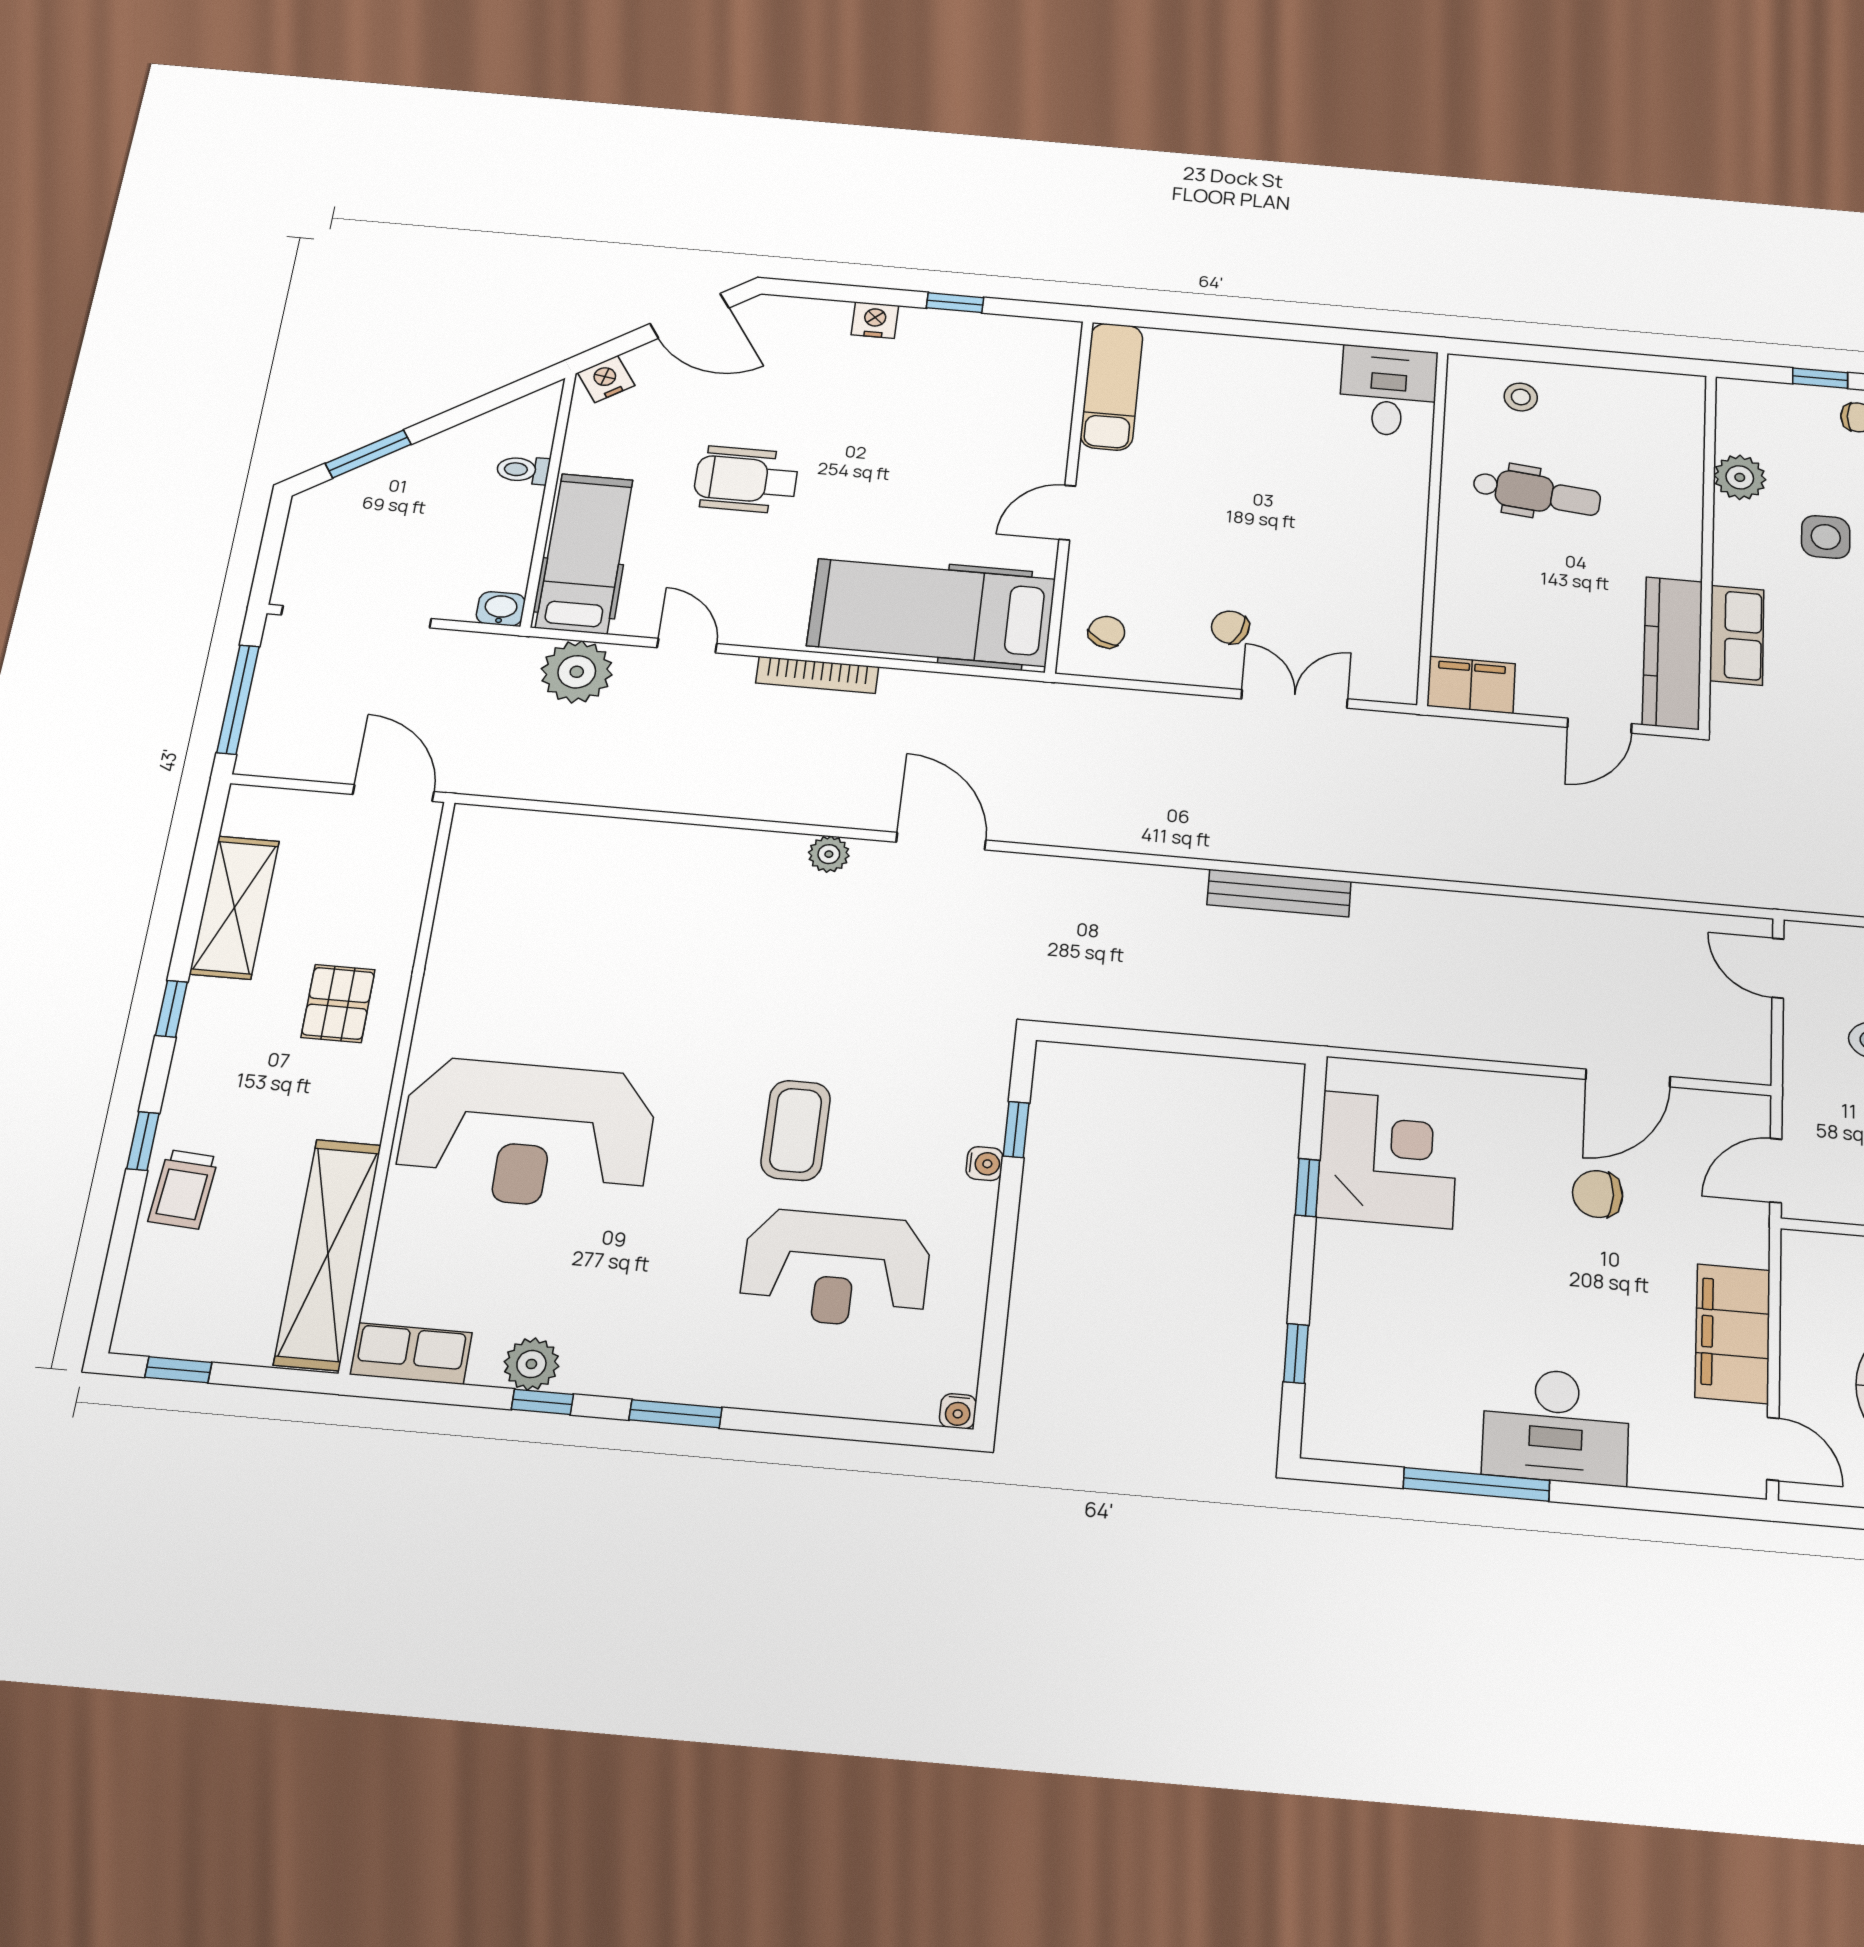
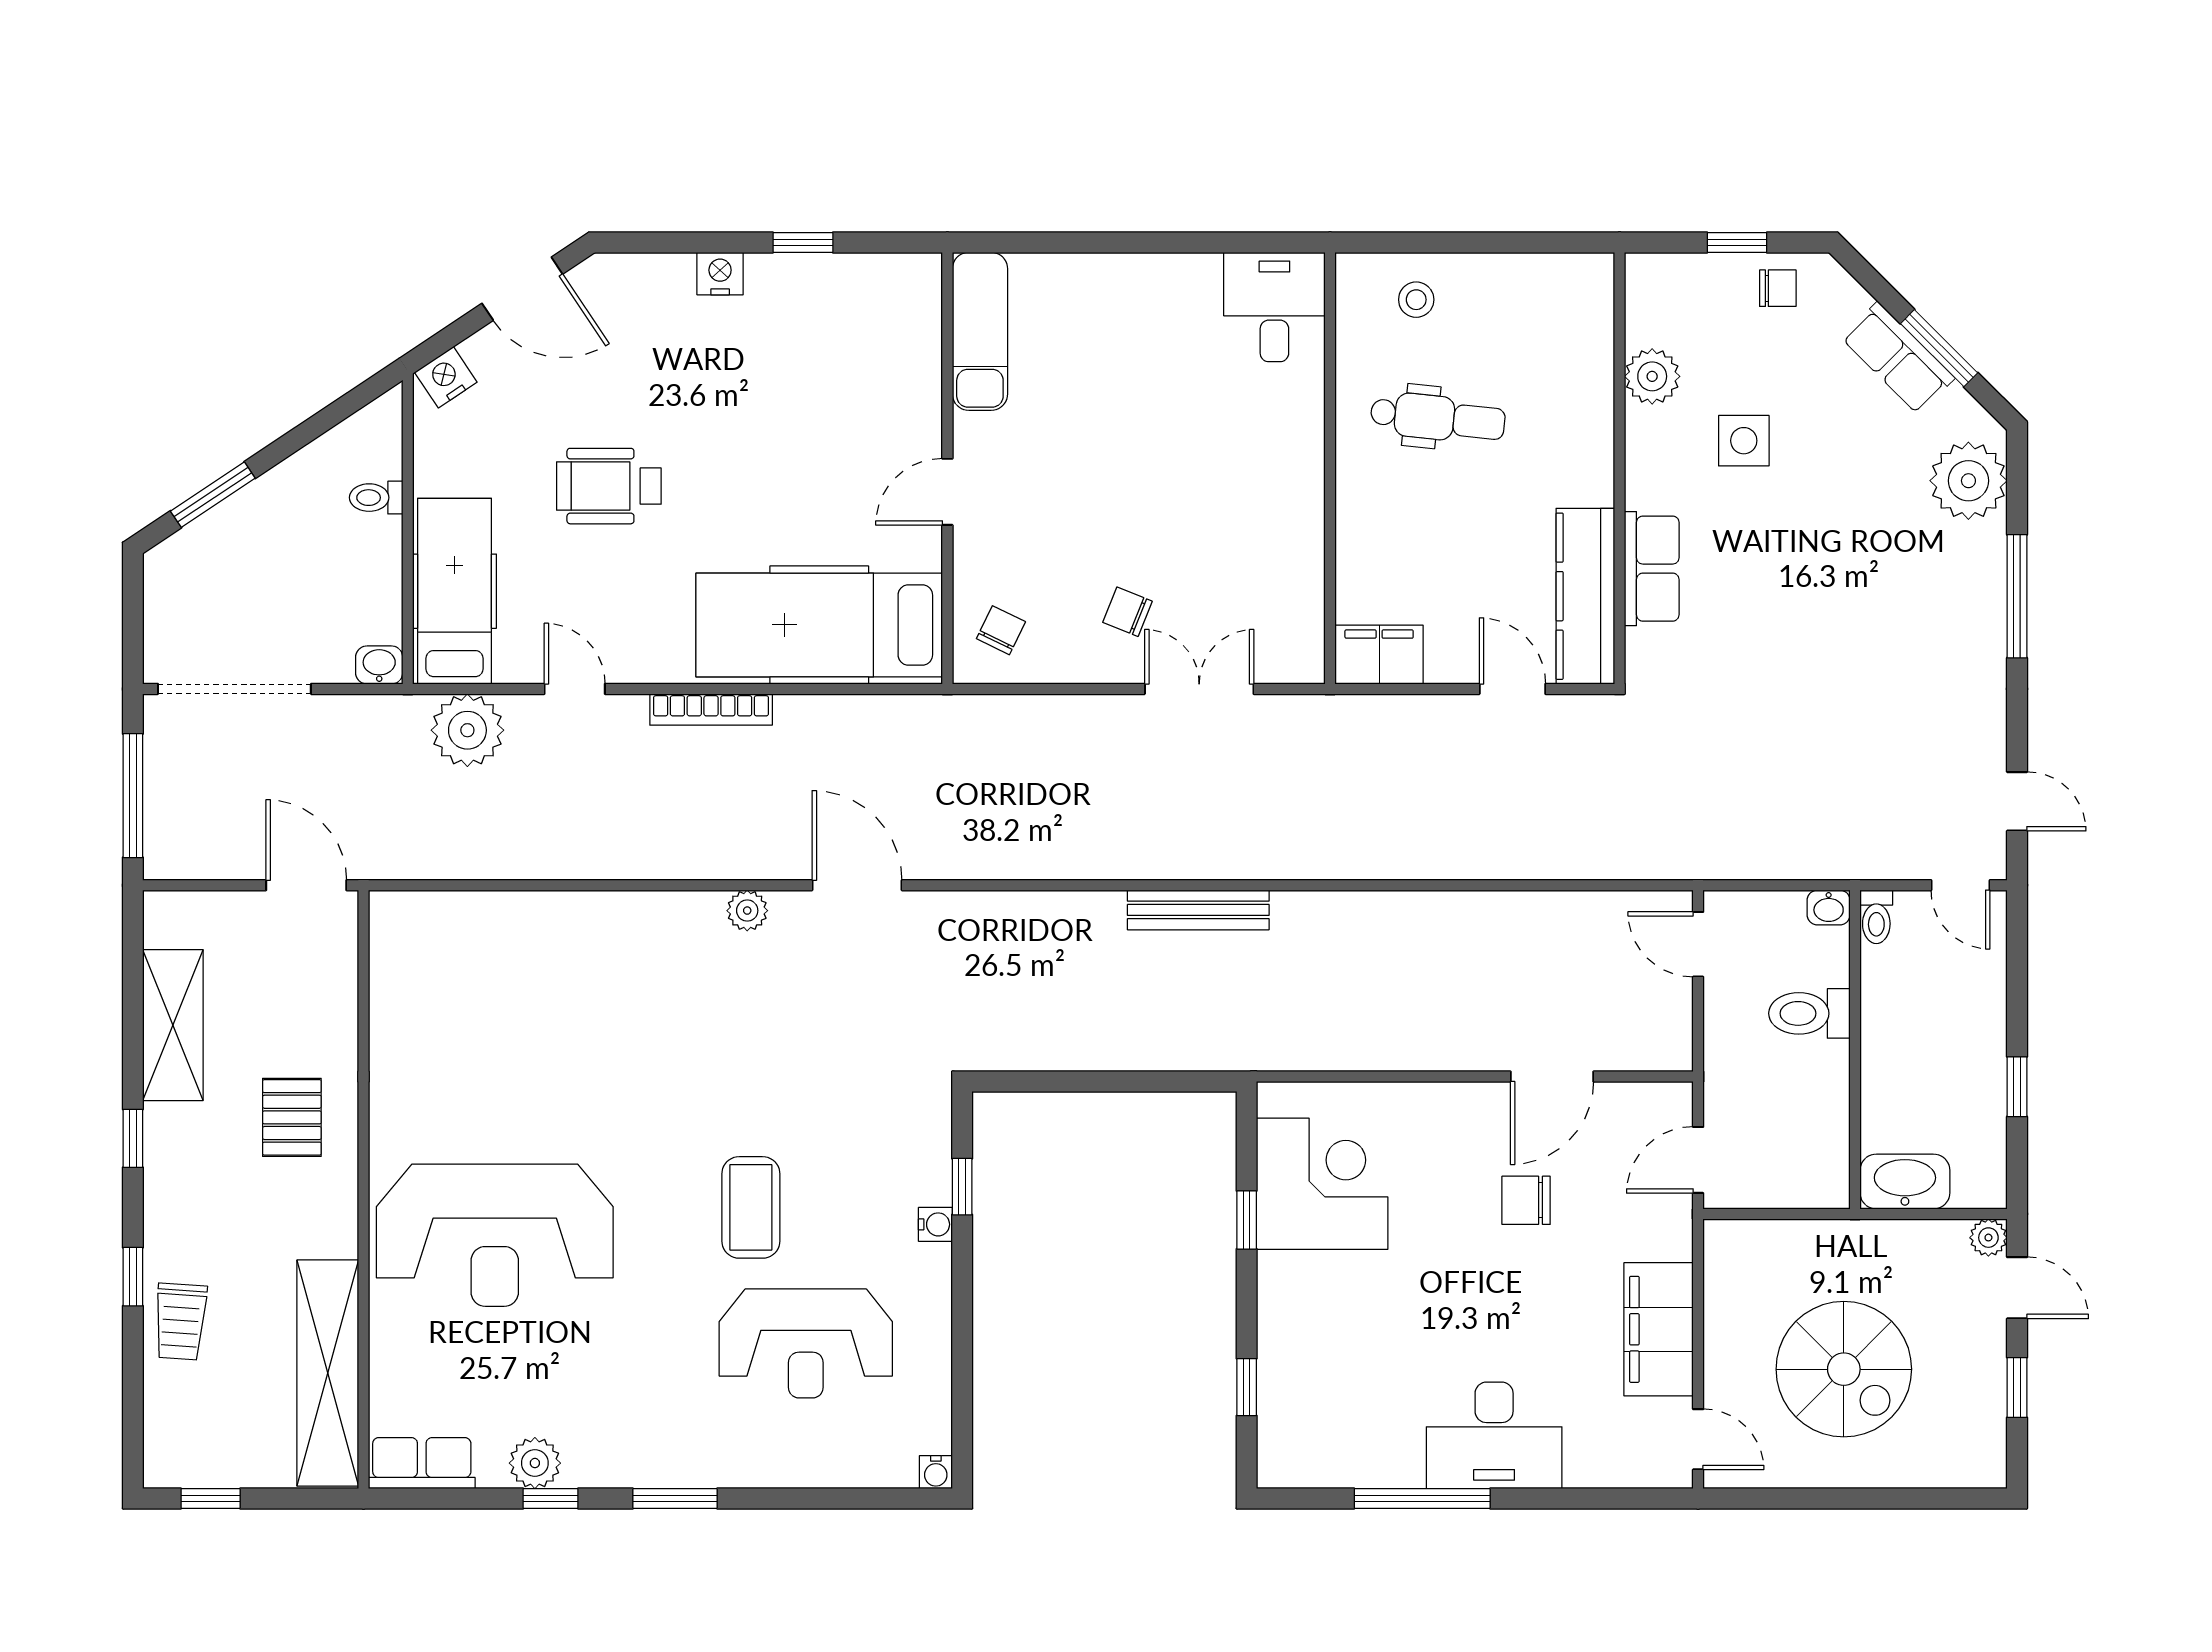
door: (1599, 726) -> (1512, 689), swing flipped

